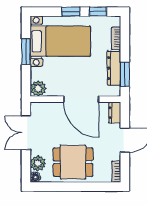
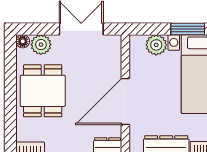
plant: (38, 88) -> (156, 45), moved

